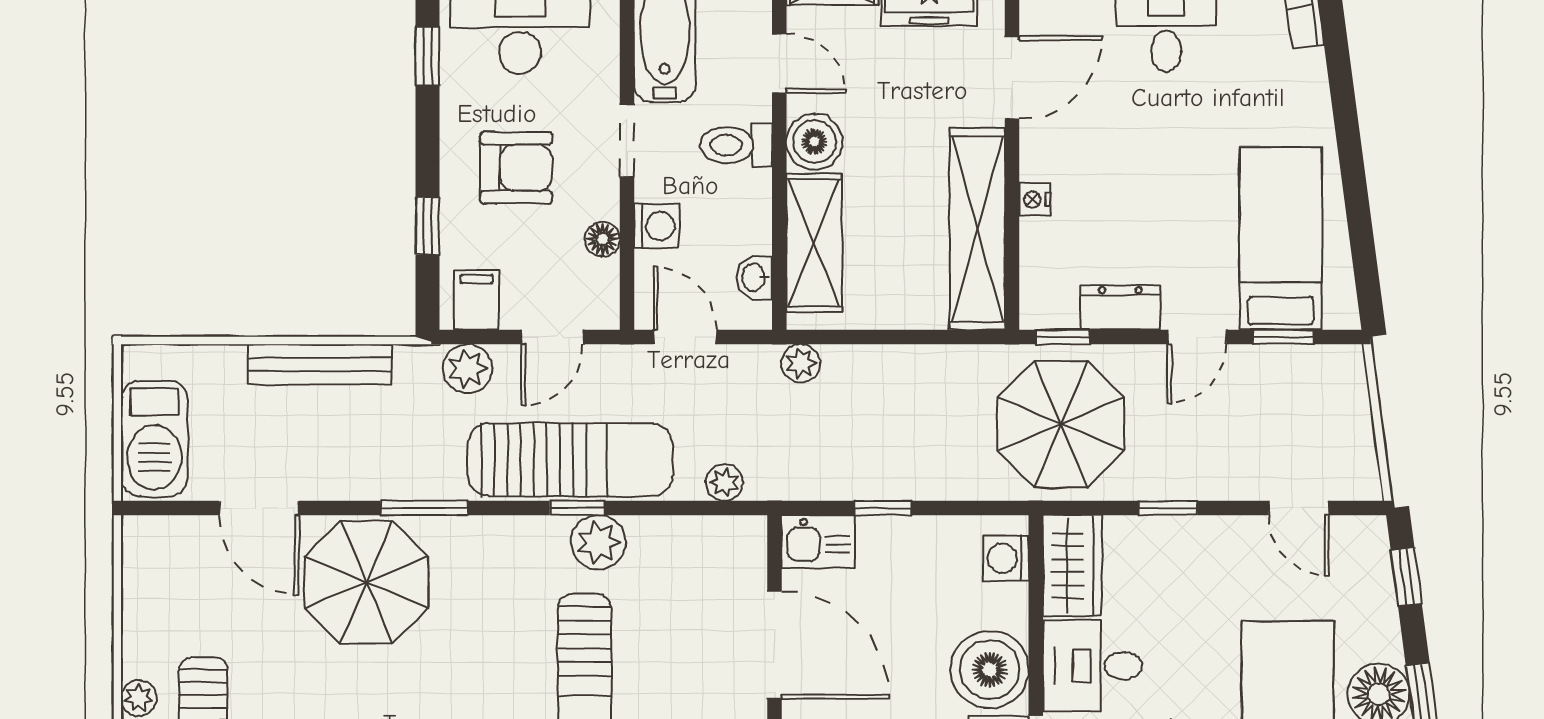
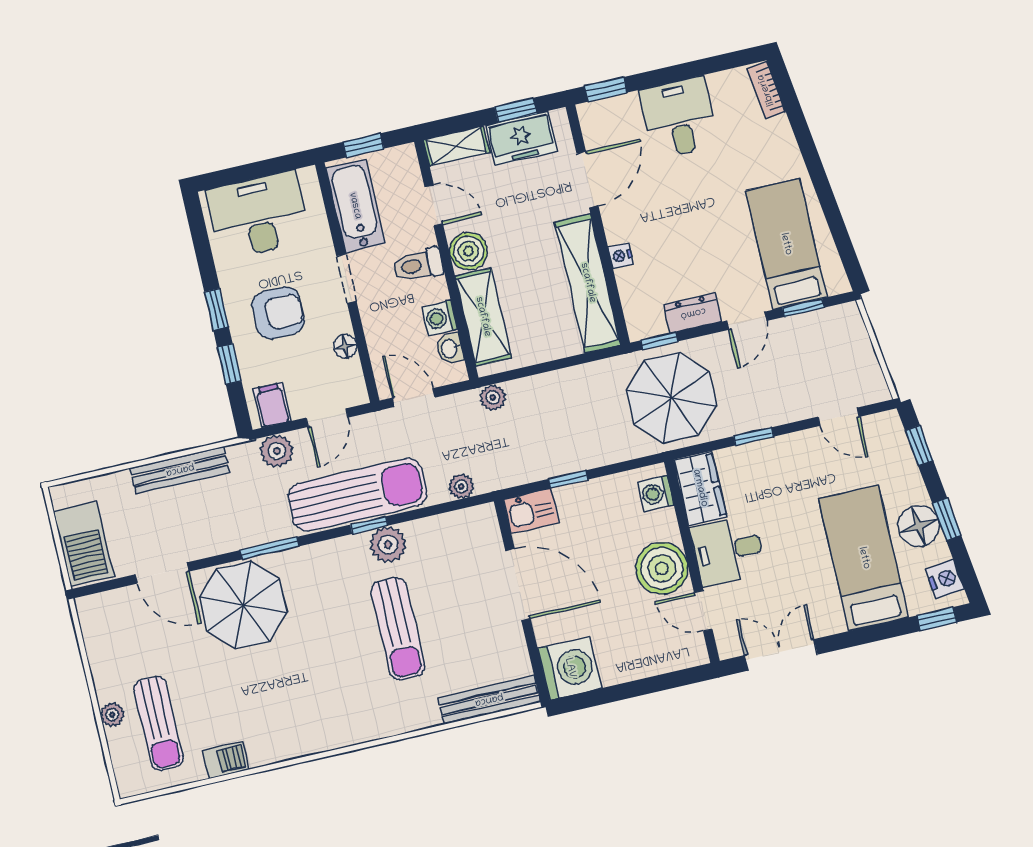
window: (427, 56) -> (217, 309), moved
washing machine: (657, 226) -> (440, 318), moved, turned 180

